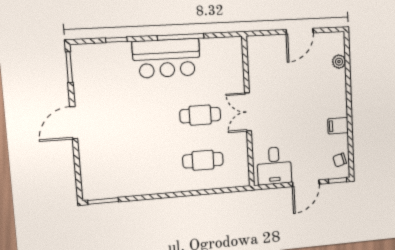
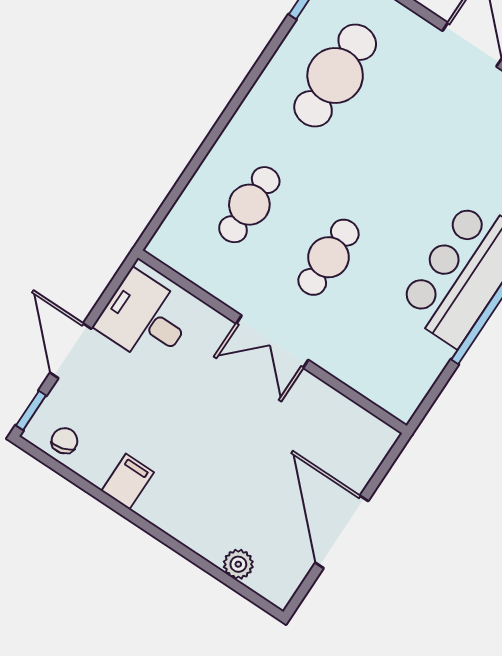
door: (300, 31) -> (342, 532), width x1.36
double door: (248, 112) -> (272, 342), swing flipped
cafe table: (128, 166) -> (335, 76), added

